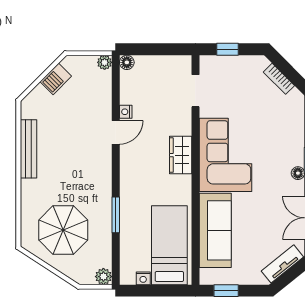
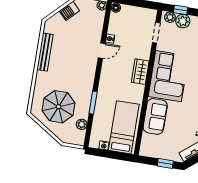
plant: (213, 63) -> (170, 17), added
plant: (234, 66) -> (183, 21), added
sofa: (215, 230) -> (155, 116), width x0.73
plant: (103, 277) -> (82, 124), moved
window: (226, 291) -> (165, 163), moved

